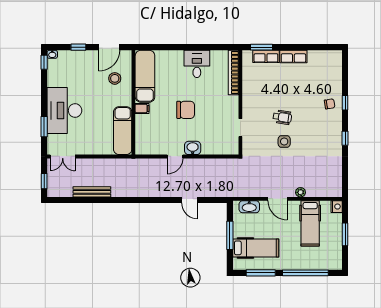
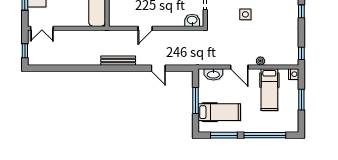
washbasin: (193, 148) -> (192, 20), moved
window: (345, 184) -> (301, 53), added
bench: (92, 192) -> (118, 61), moved

